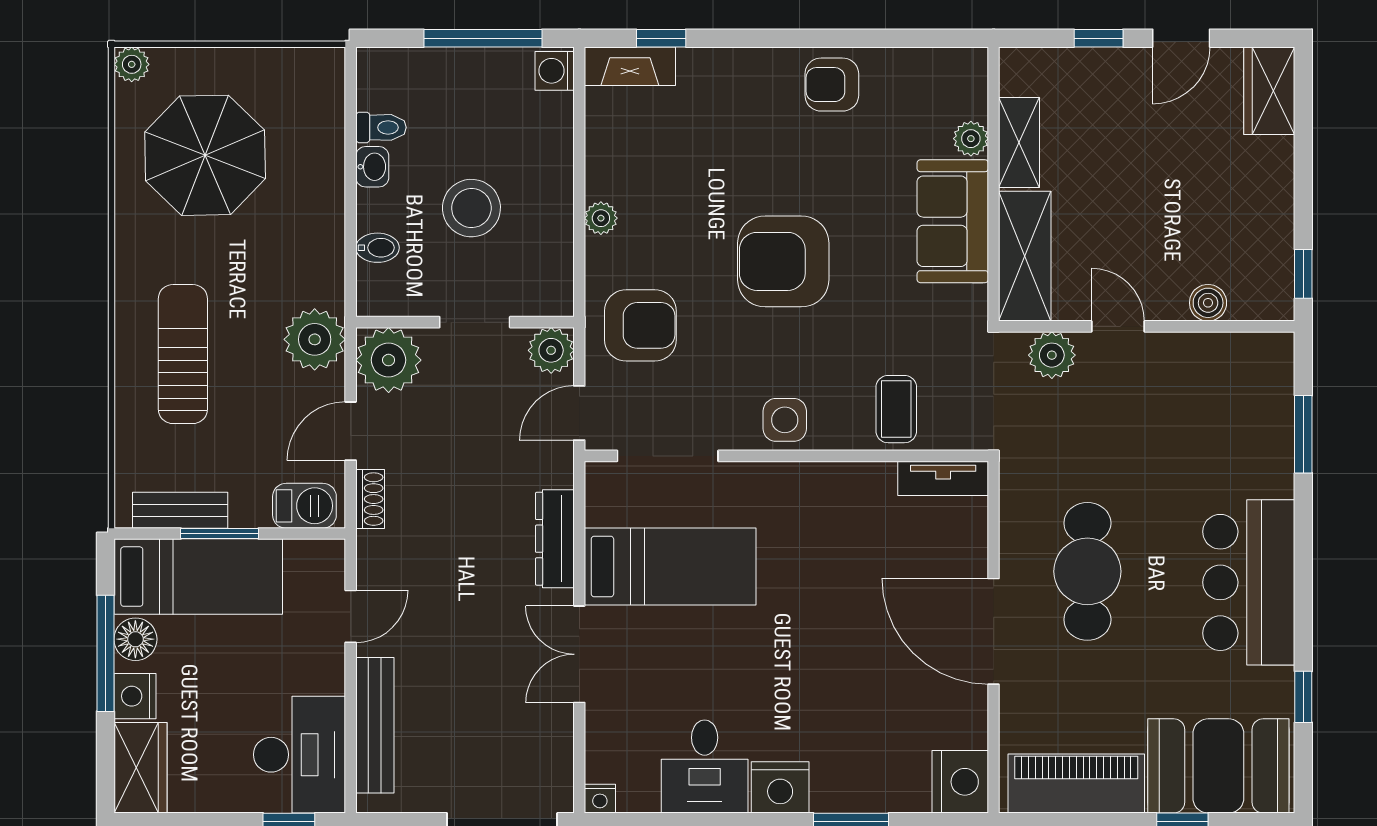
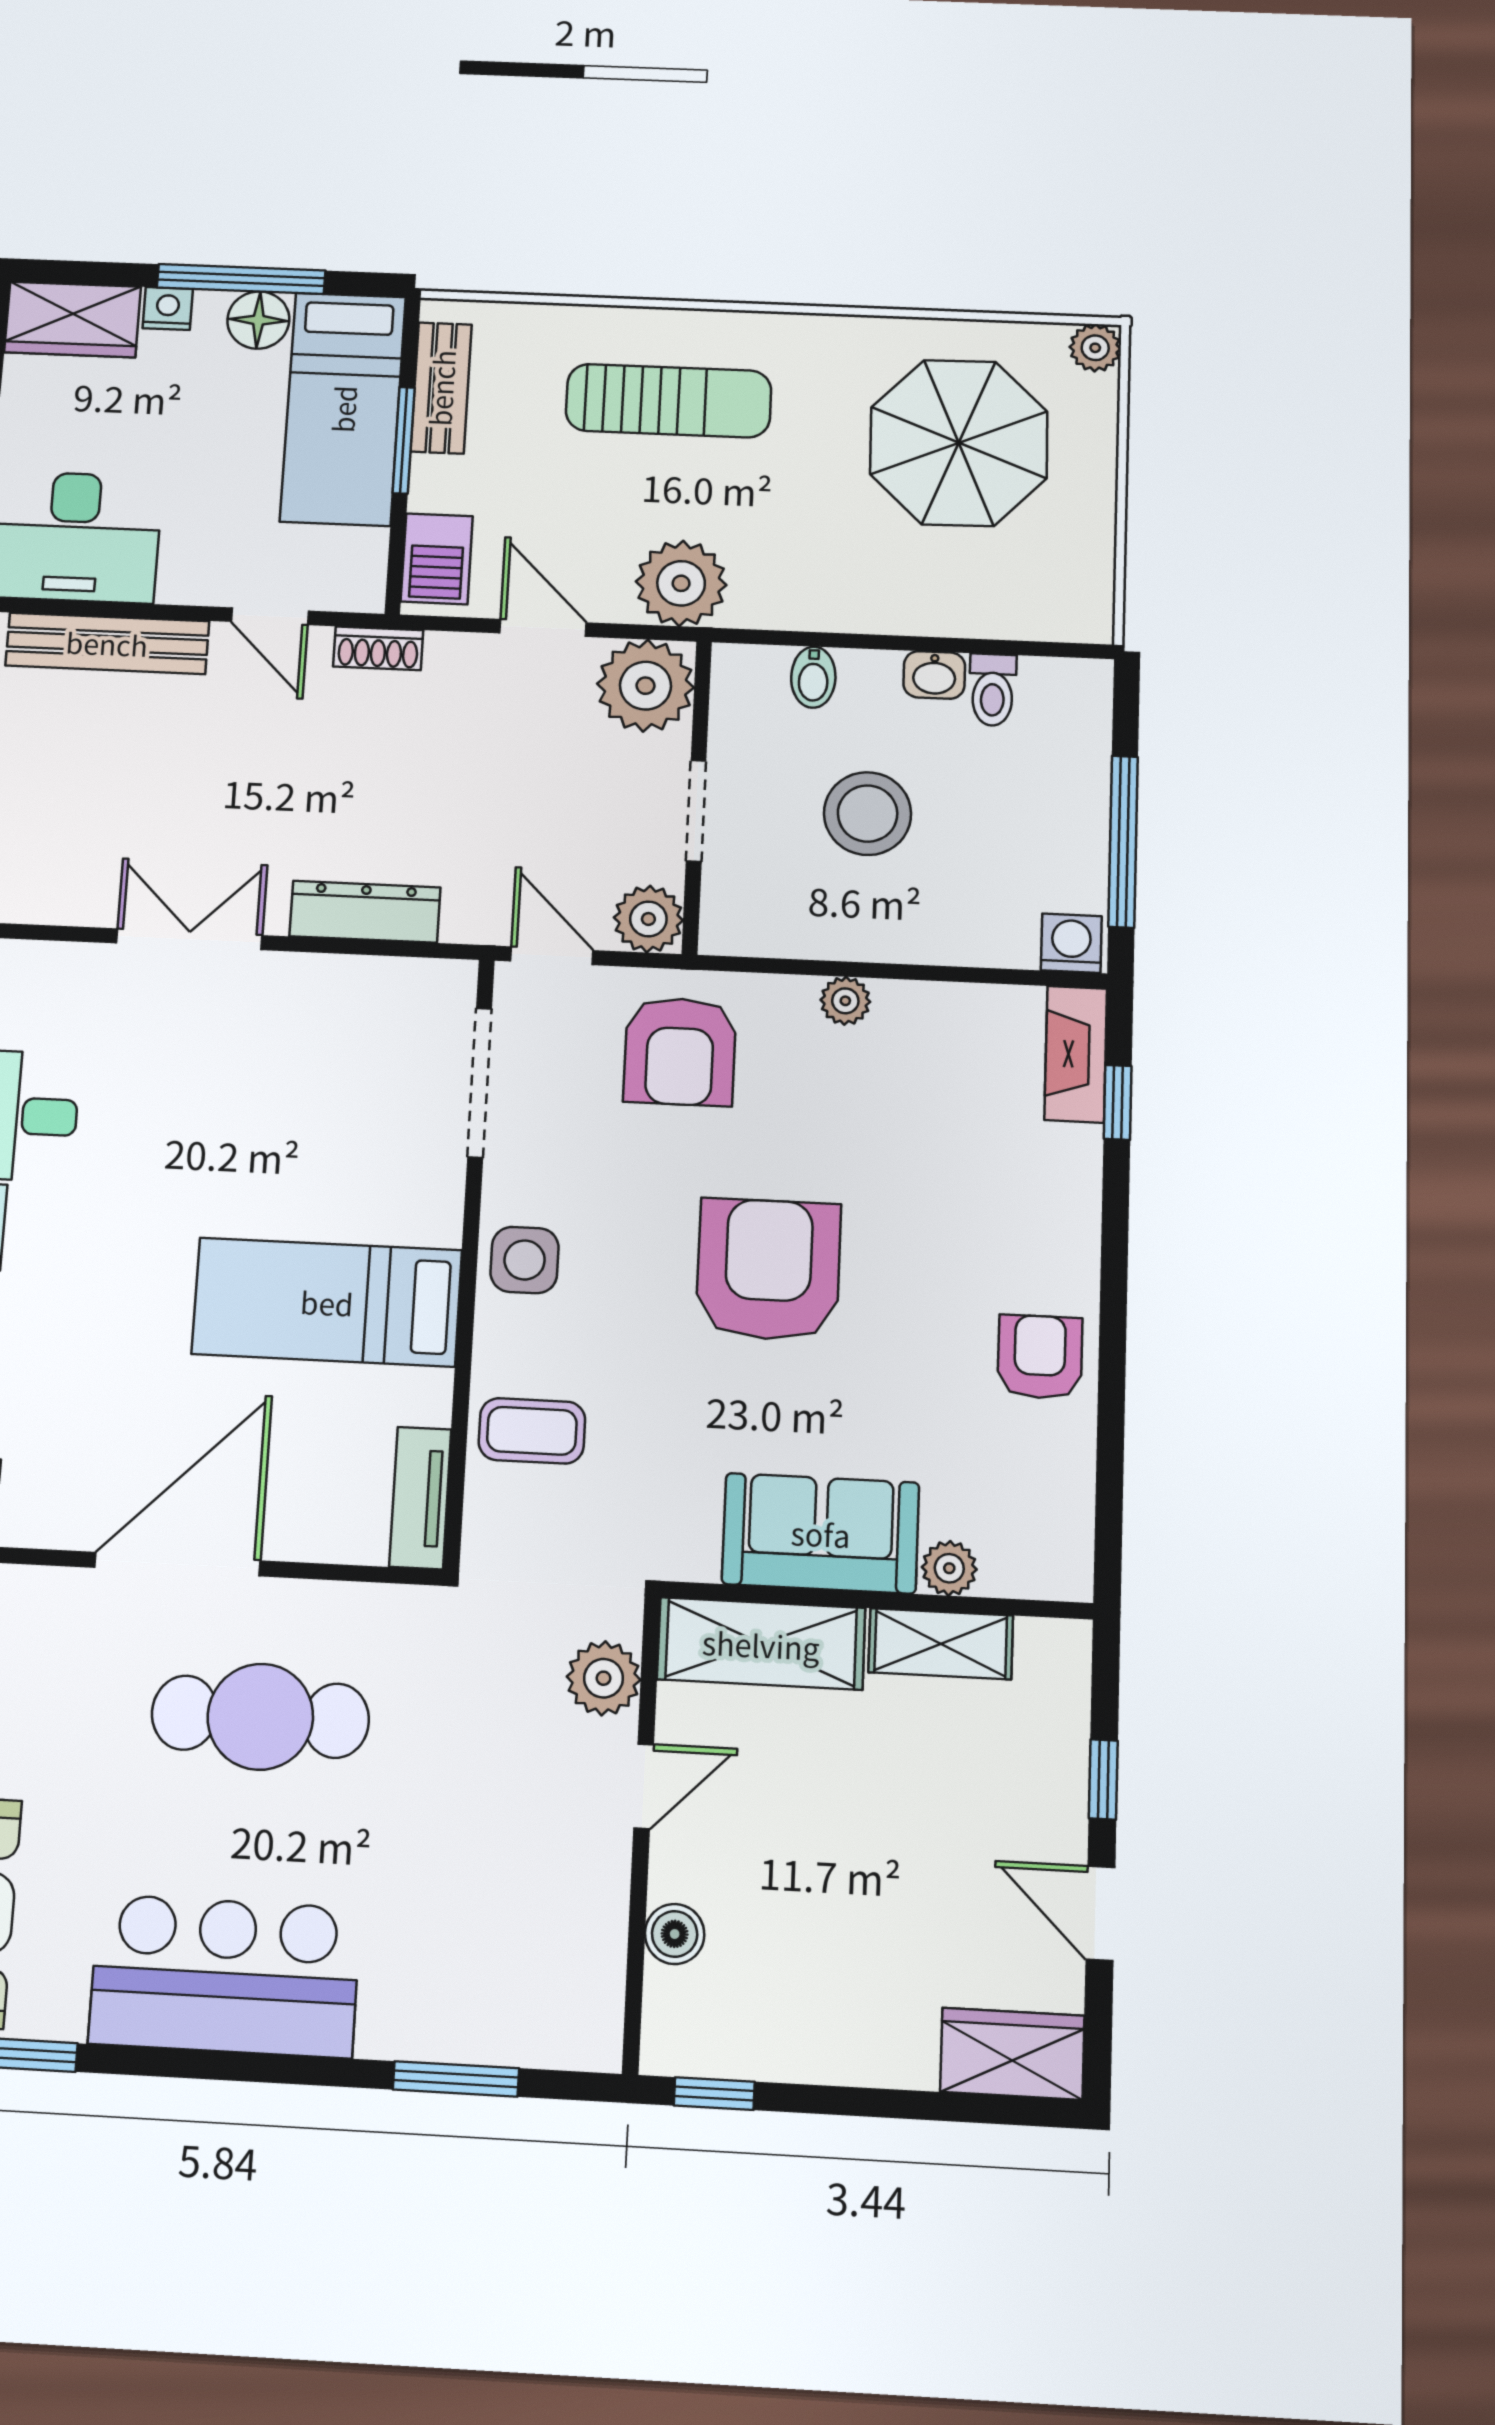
shoe rack: (370, 499) -> (378, 648), moved
bed: (670, 567) -> (327, 1302), moved, turned 90
nightstand: (135, 696) -> (168, 309), width x0.72, depth x0.74

